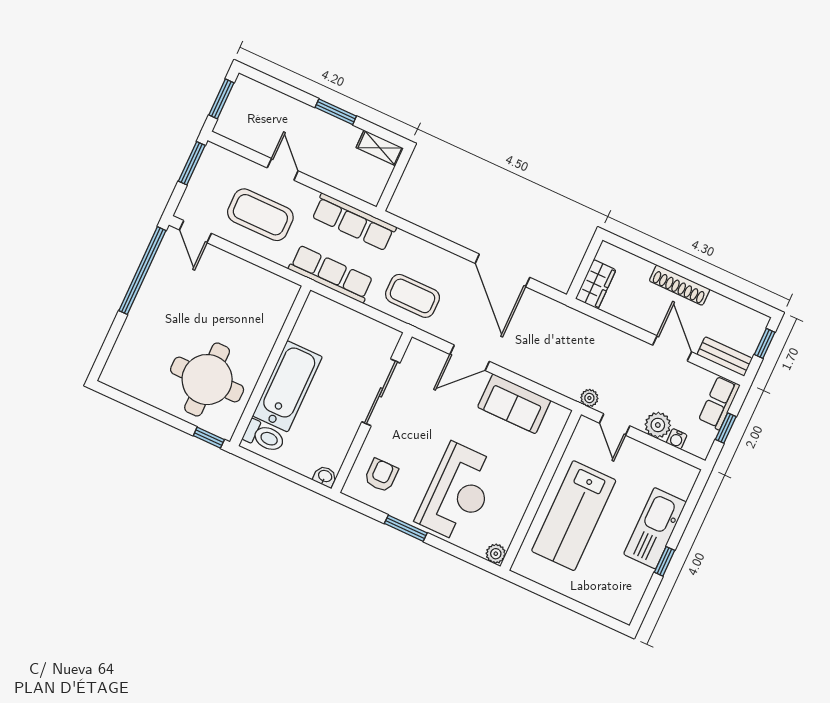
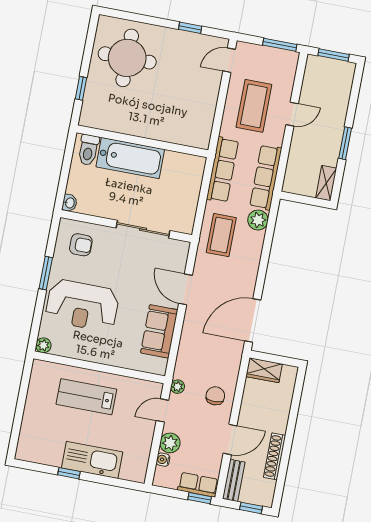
plant: (405, 245) -> (258, 220), added
door: (502, 270) -> (253, 320), moved
window: (142, 271) -> (190, 28), width x0.32
shoe rack: (680, 285) -> (275, 456), moved
chair: (613, 353) -> (215, 396), added
round table: (207, 380) -> (127, 58), moved
window: (726, 428) -> (200, 498), moved
window: (209, 438) -> (81, 88), moved
lab bench: (574, 516) -> (86, 397), width x0.73, depth x0.72

